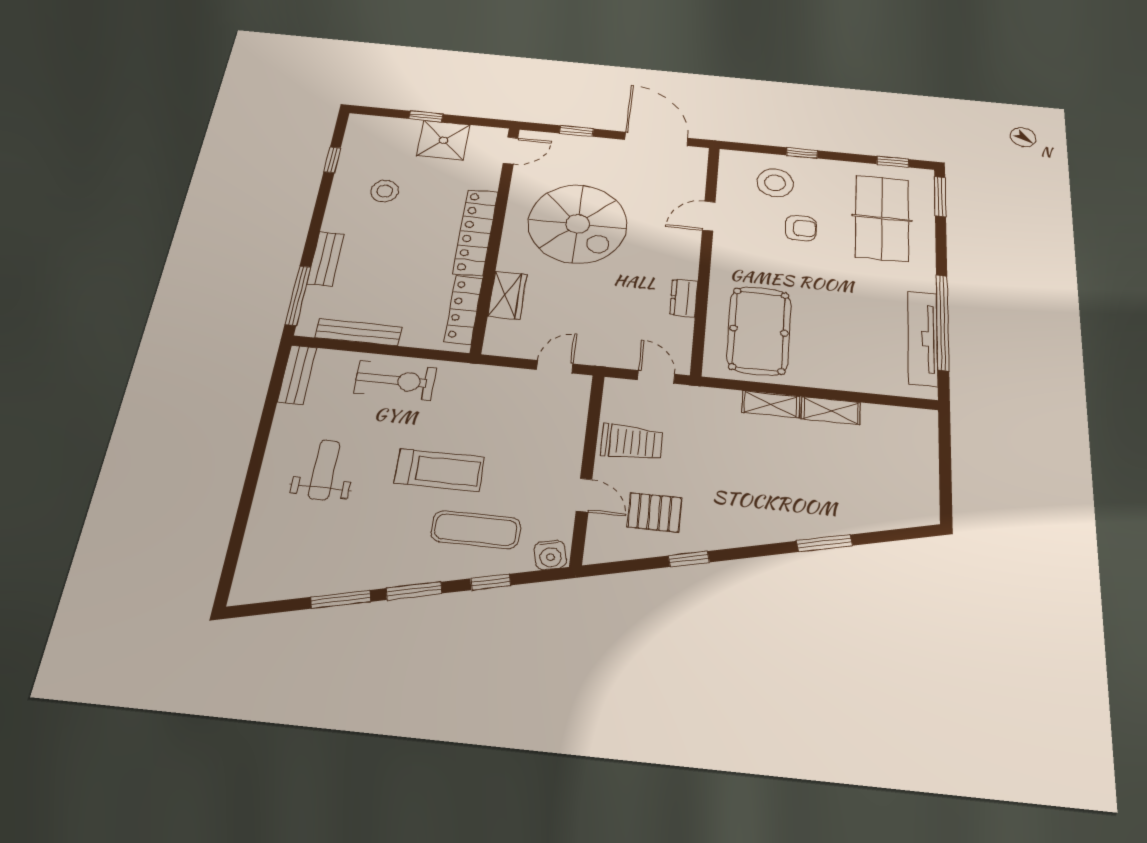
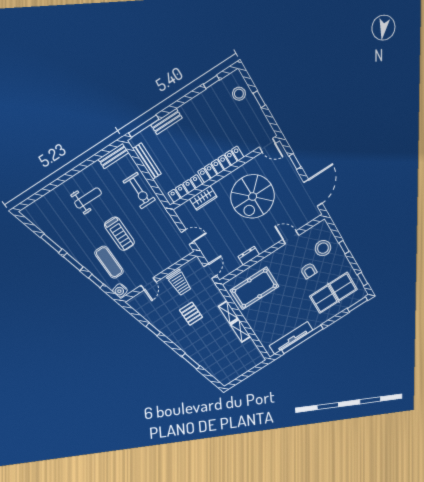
shower: (443, 140) -> (253, 116), removed
stool: (385, 191) -> (239, 94), moved
pallet: (654, 512) -> (191, 314), moved

